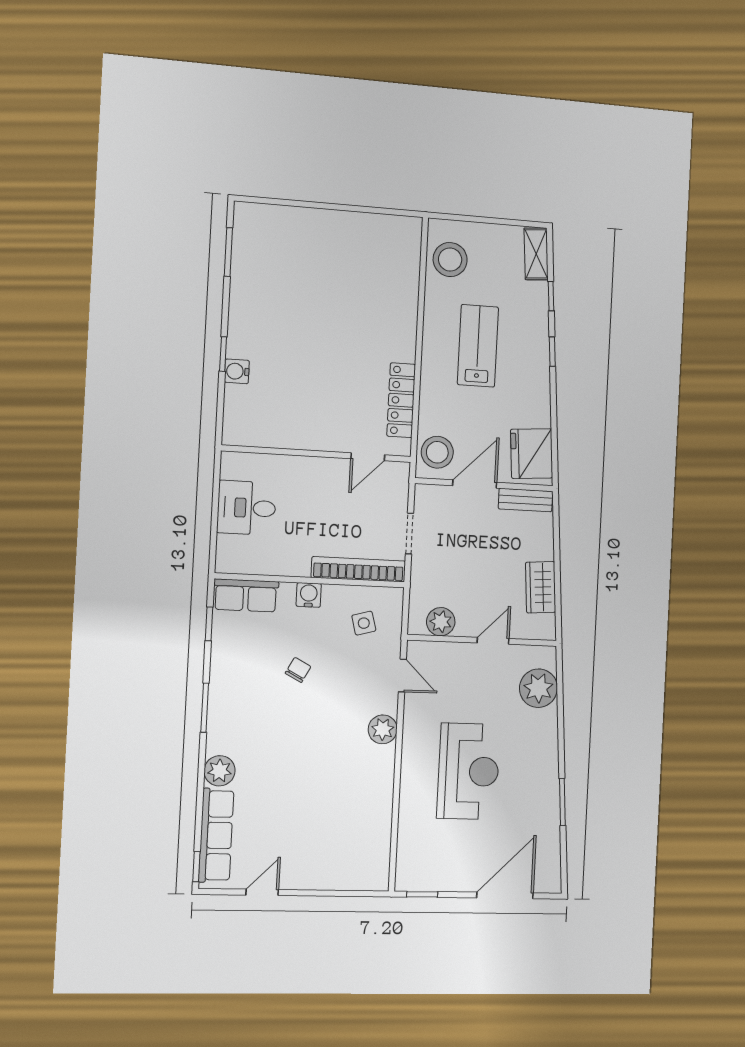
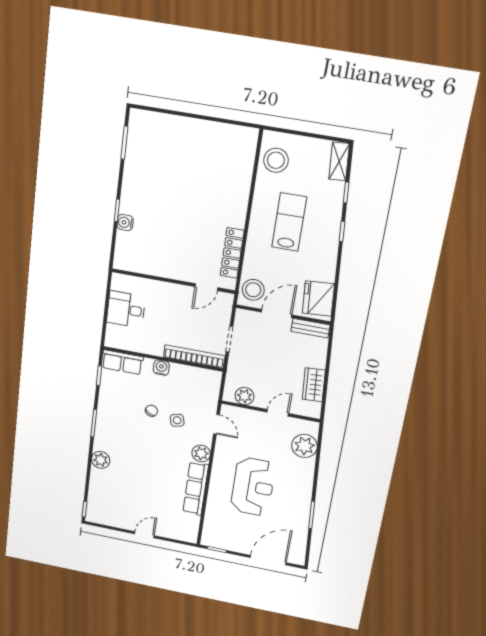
side table: (364, 623) -> (177, 420), moved
row of seats: (216, 835) -> (196, 489), moved, turned 180
door: (262, 892) -> (144, 535), moved

